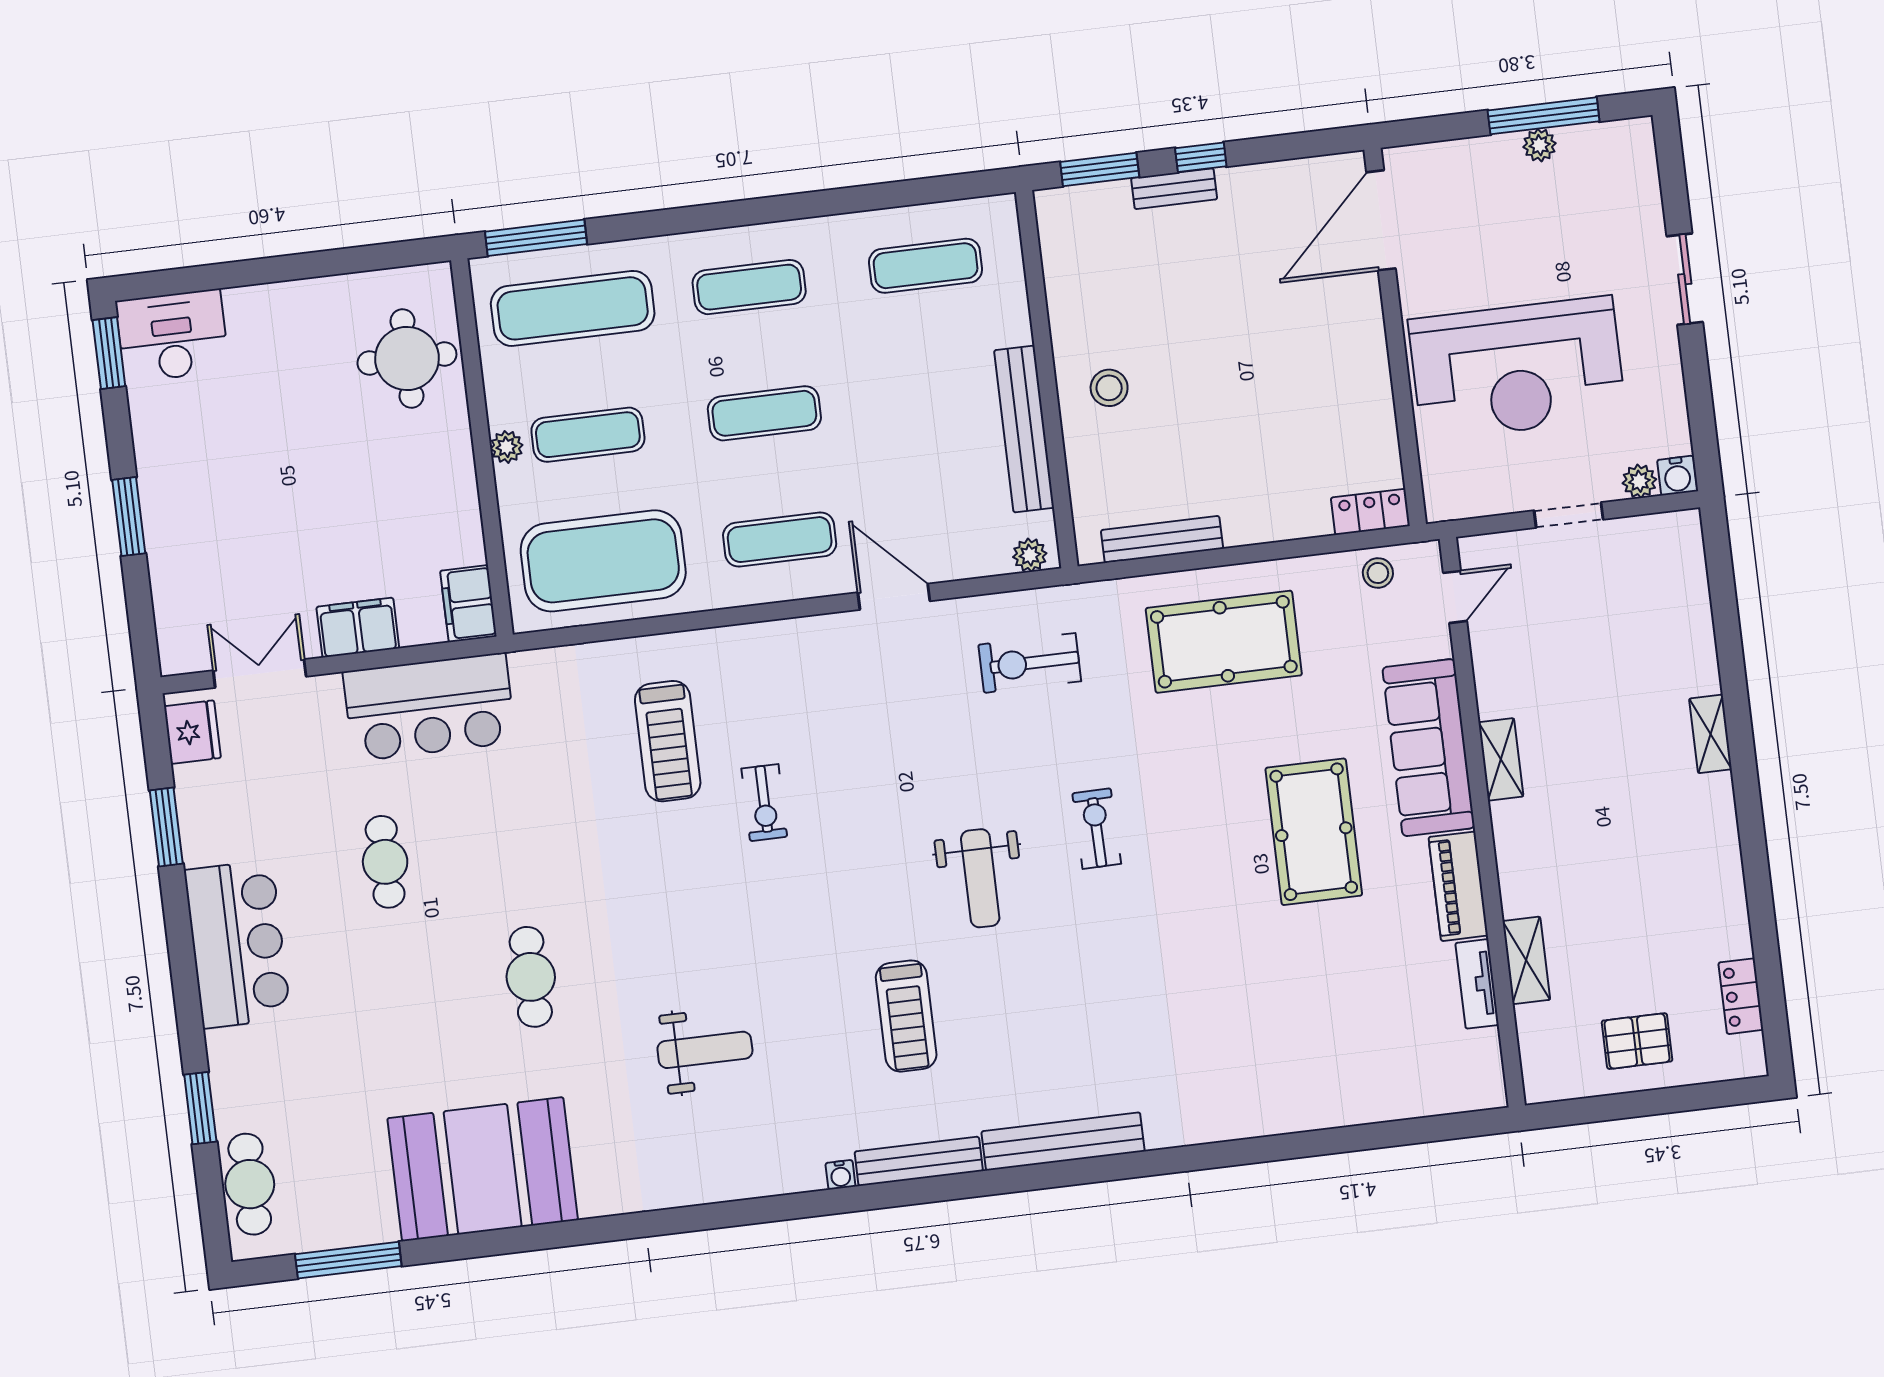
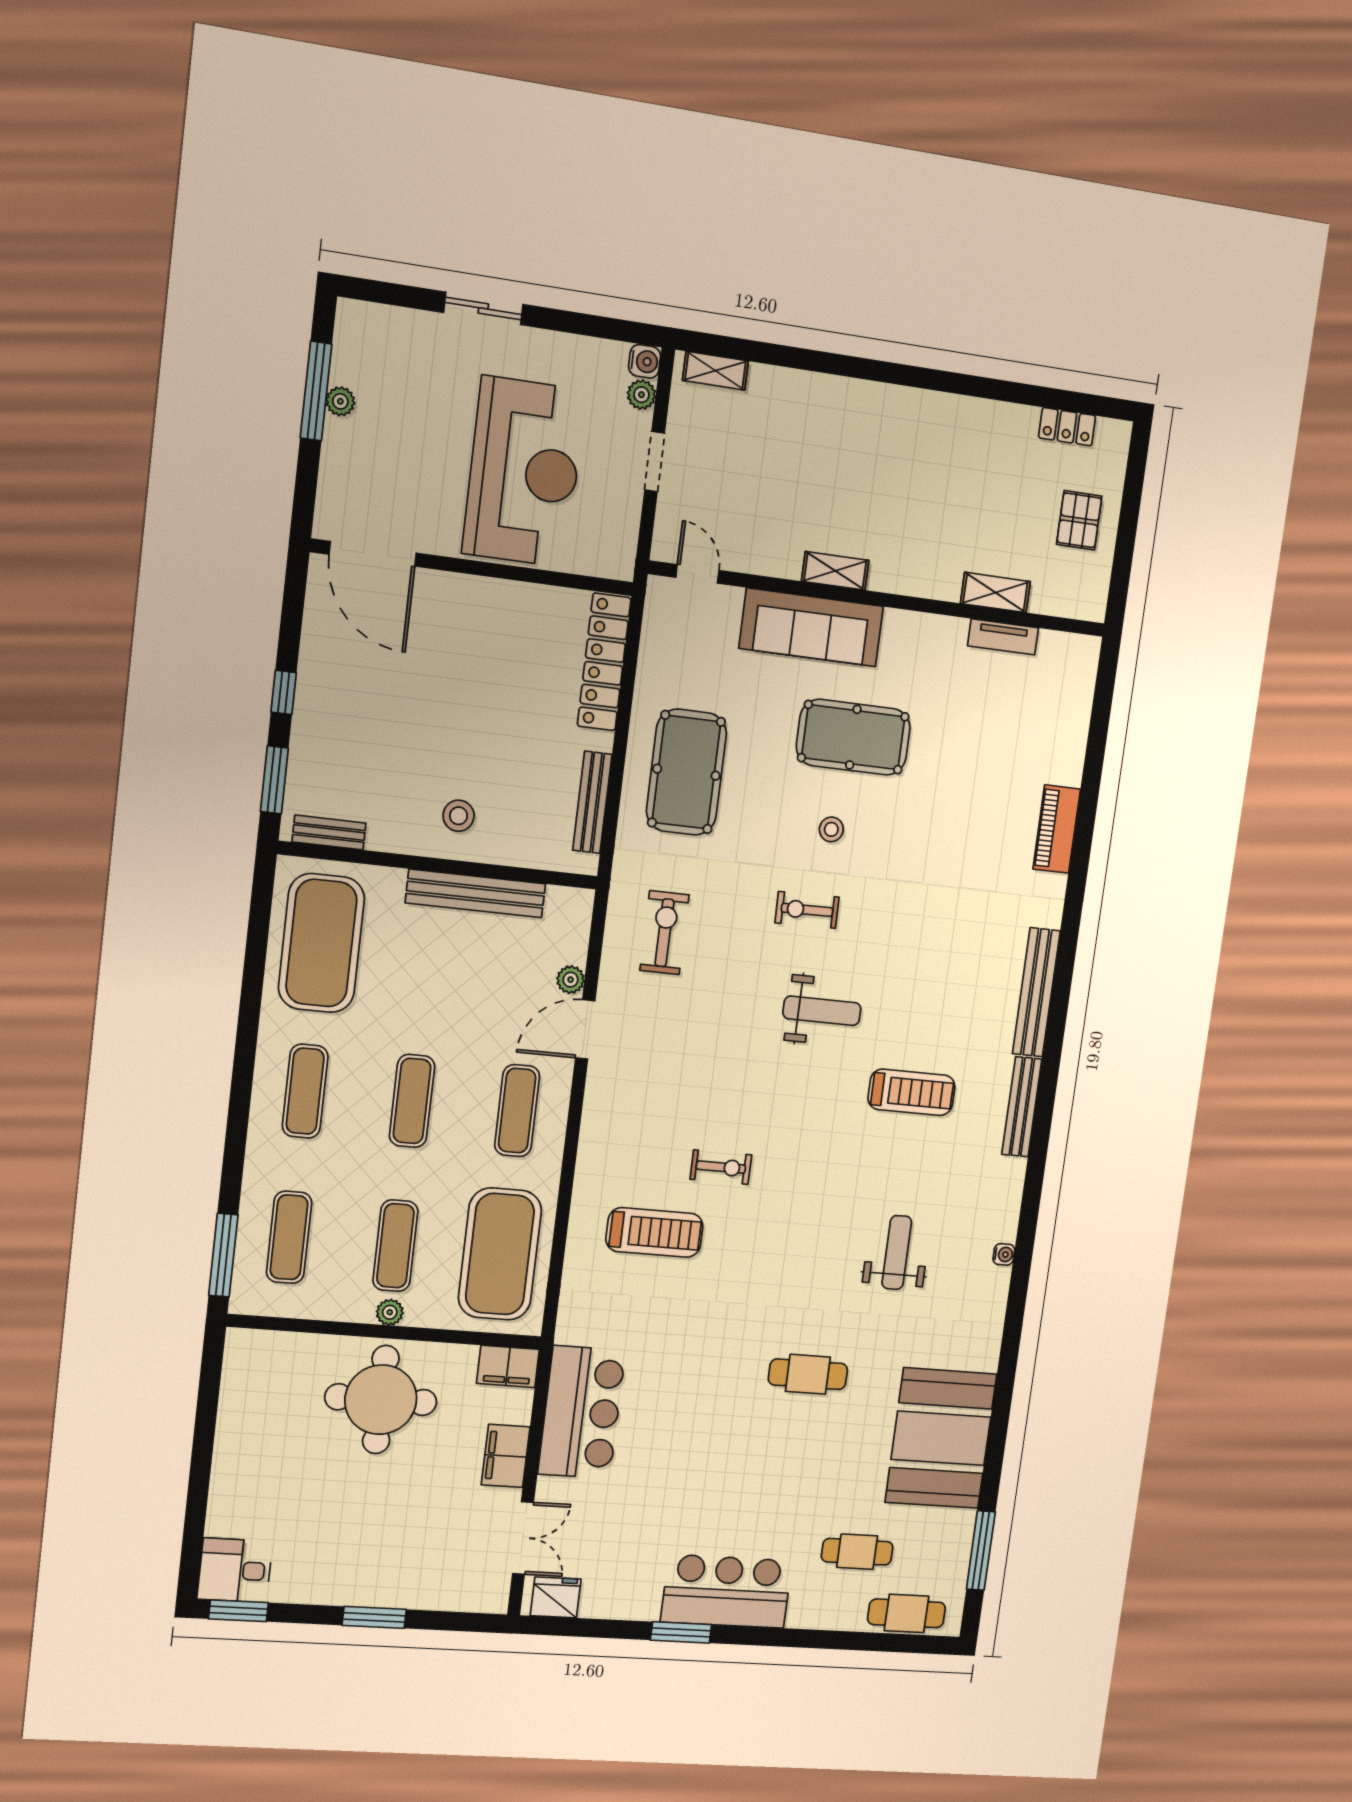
bench: (1174, 189) -> (329, 833), moved, turned 90
exercise mat: (926, 266) -> (321, 943), width x2.00, depth x1.45
exercise mat: (573, 308) -> (289, 1237), width x0.73, depth x0.69
desk: (172, 336) -> (235, 1570), width x0.73
round table: (407, 359) -> (381, 1400), moved, width x1.36, depth x1.36
locker: (1370, 512) -> (604, 662), width x2.16, depth x1.21
plant: (1030, 555) -> (571, 980), moved
stool: (1378, 573) -> (831, 829), moved
exercise bike: (1030, 663) -> (664, 933), turned 180
double door: (260, 673) -> (523, 1538), swing flipped
shelving: (1711, 734) -> (716, 371), moved
window: (166, 827) -> (681, 1632), moved
cafe table: (385, 862) -> (857, 1552), moved
piano: (1458, 886) -> (1057, 829), moved, turned 90
window: (200, 1108) -> (841, 1640), removed
water cooler: (840, 1175) -> (1004, 1254), moved

